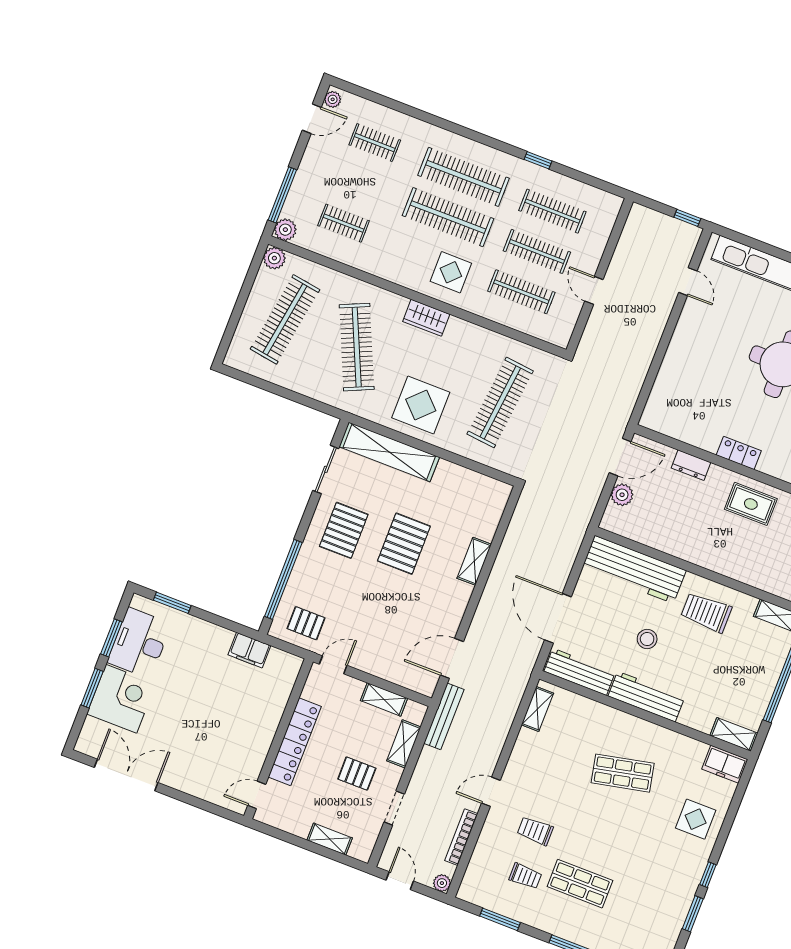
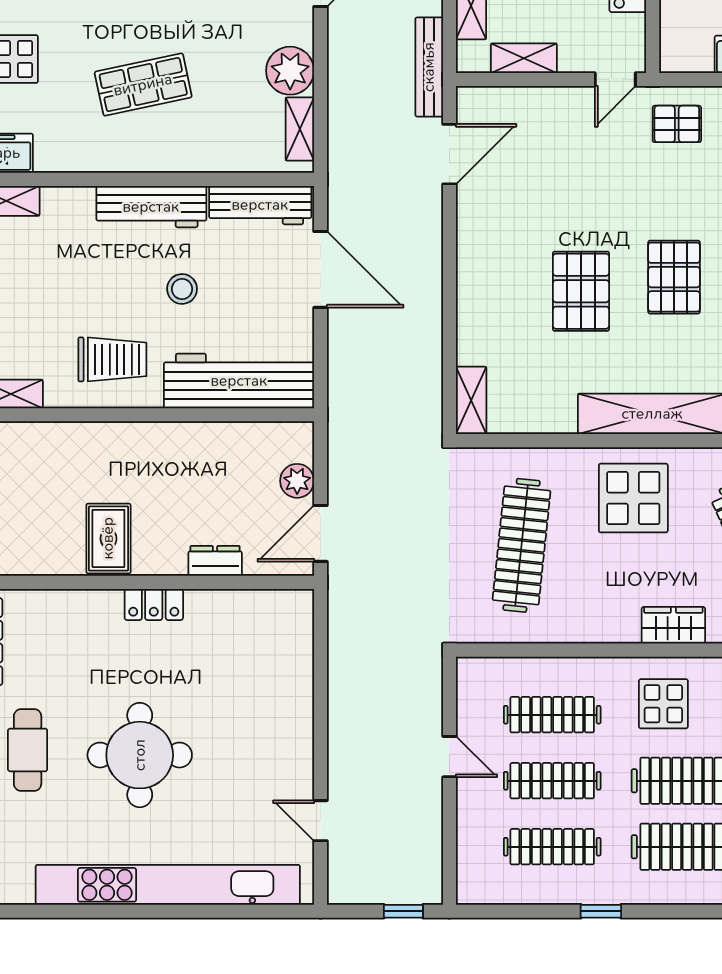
window: (687, 218) -> (403, 911), moved
rug: (751, 504) -> (108, 538), turned 90
shelving: (474, 561) -> (471, 400), moved
plant: (530, 747) -> (290, 71), added

